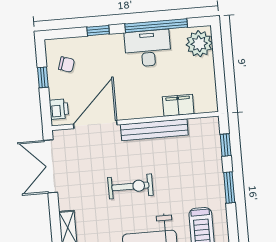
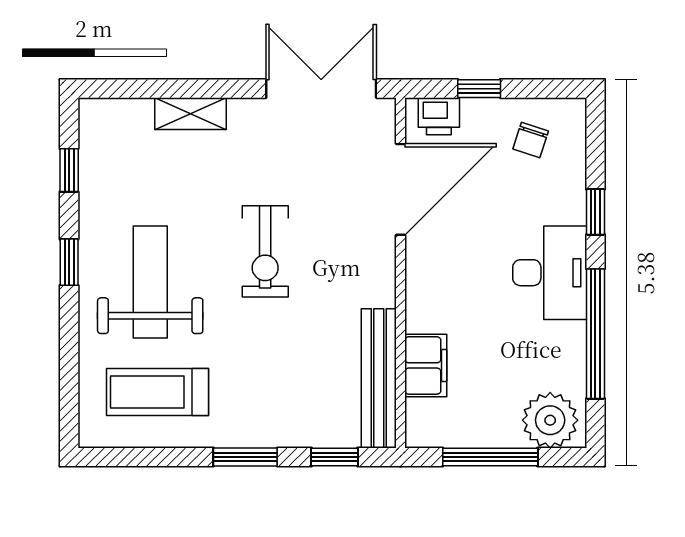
desk: (148, 48) -> (550, 273), moved
window: (219, 71) -> (490, 457), added
window: (43, 77) -> (479, 89), moved
door: (95, 124) -> (401, 189), hinge flipped
bench: (154, 130) -> (379, 378), moved

